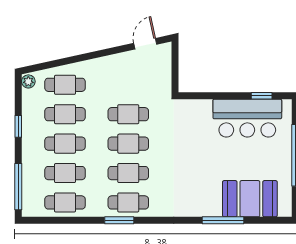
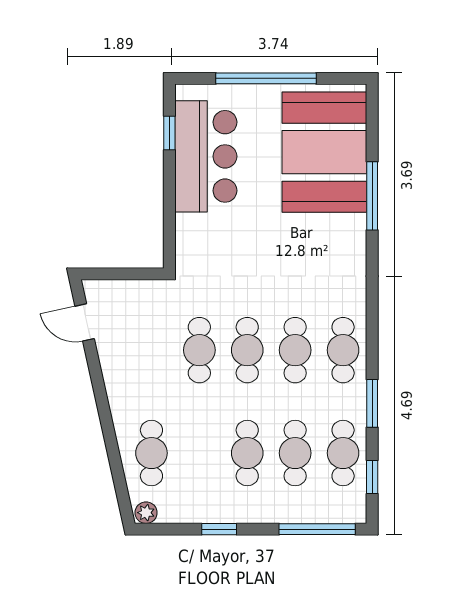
cafe table: (65, 114) -> (199, 453), removed
booth: (250, 199) -> (324, 152), width x1.36, depth x1.42
window: (50, 220) -> (372, 477), added
window: (119, 220) -> (372, 403), moved

